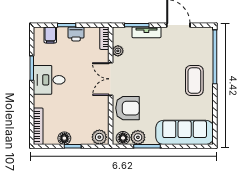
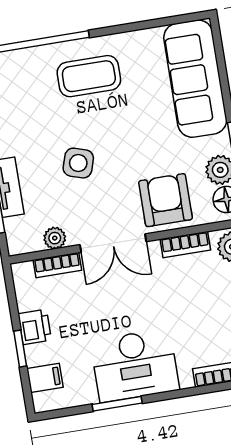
bookcase: (104, 38) -> (57, 265), moved
side table: (153, 68) -> (78, 163), added
desk: (49, 80) -> (135, 365), width x1.37
bookcase: (104, 114) -> (185, 245), added

